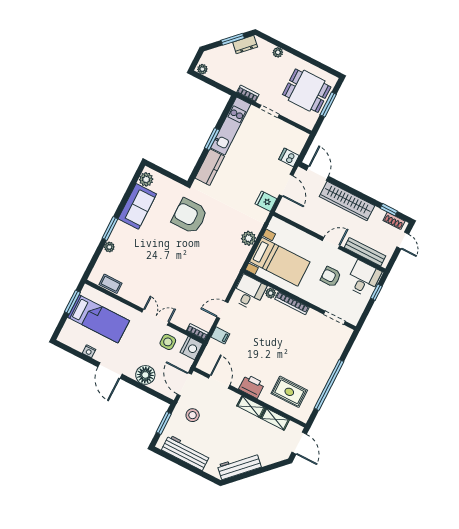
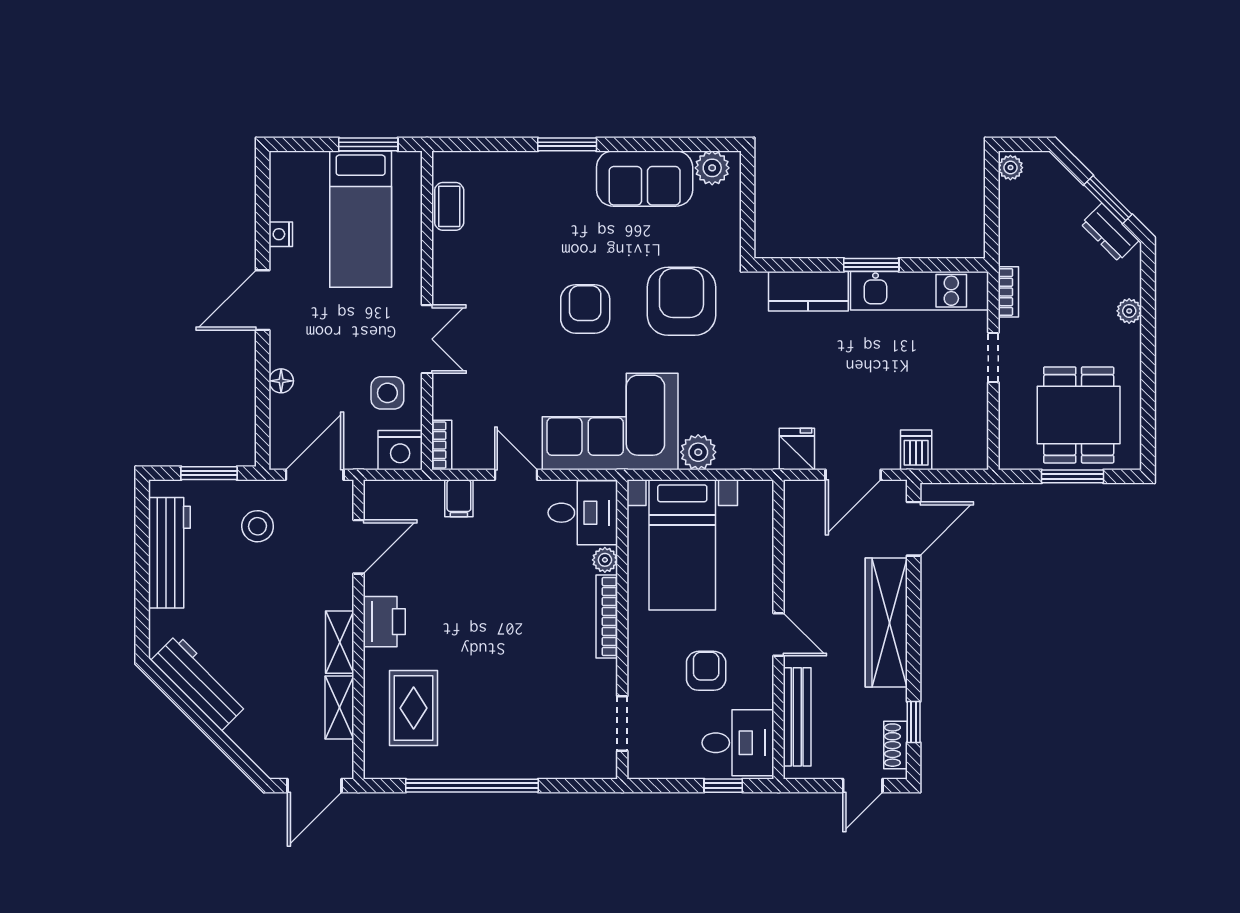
plant: (109, 247) -> (527, 163), removed
armchair: (174, 253) -> (585, 309), added
corner sofa: (221, 265) -> (610, 421), added
floor lamp: (145, 375) -> (281, 381), width x0.53, depth x0.53

